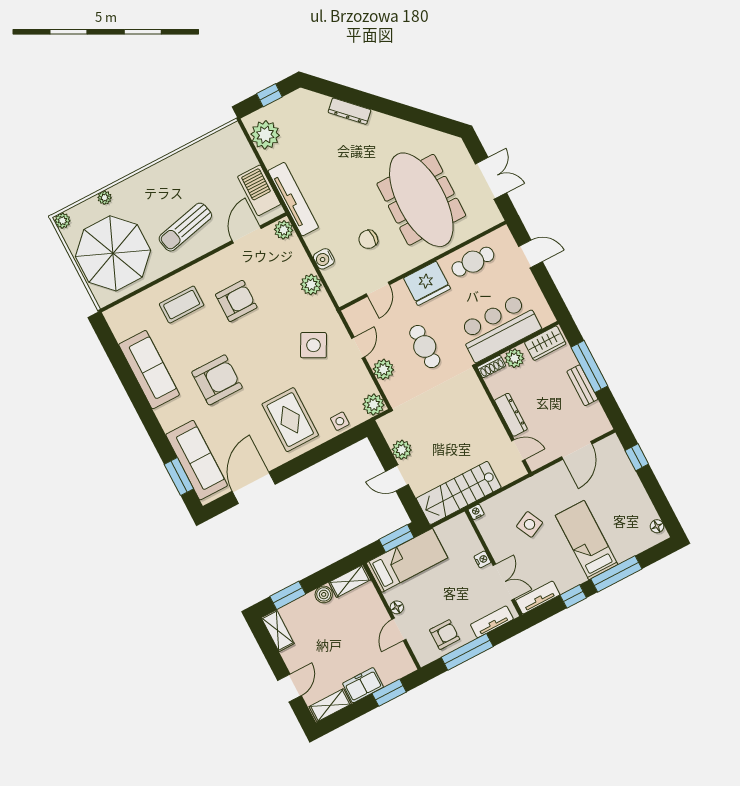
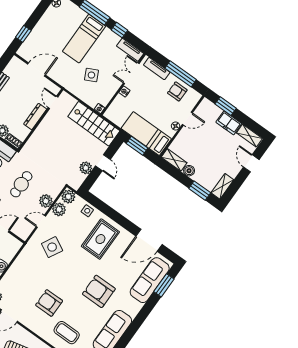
plant: (311, 285) -> (59, 209), moved
door: (290, 688) -> (251, 163), hinge flipped

